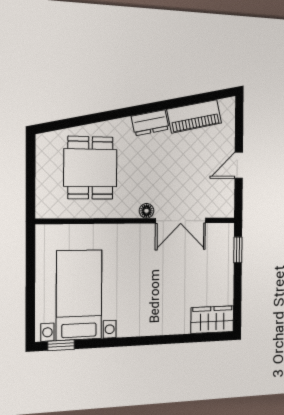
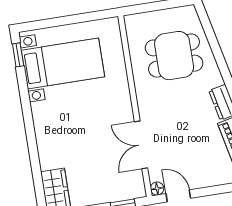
door: (239, 165) -> (178, 196), moved
floor lamp: (146, 211) -> (157, 189), moved

